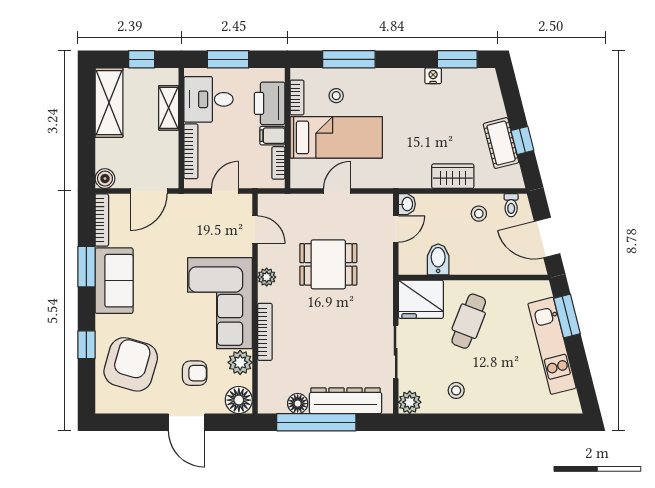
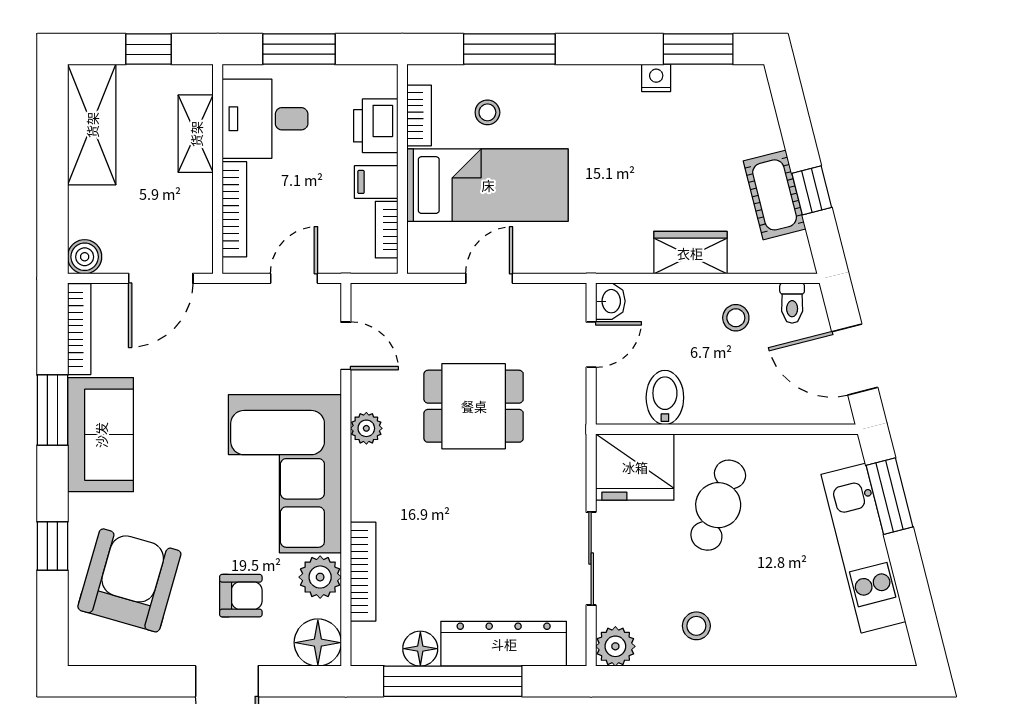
printer: (270, 103) -> (376, 126), width x0.73, depth x0.84
bookcase: (265, 332) -> (363, 572), moved

